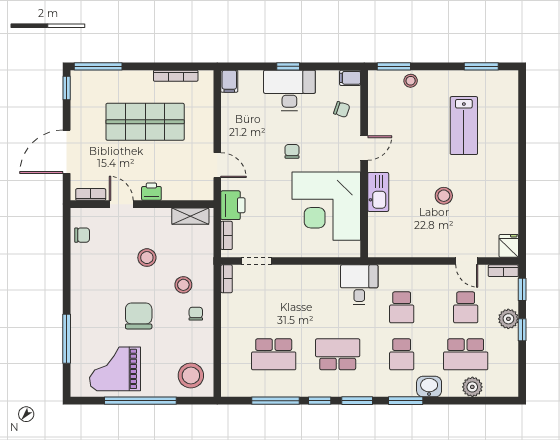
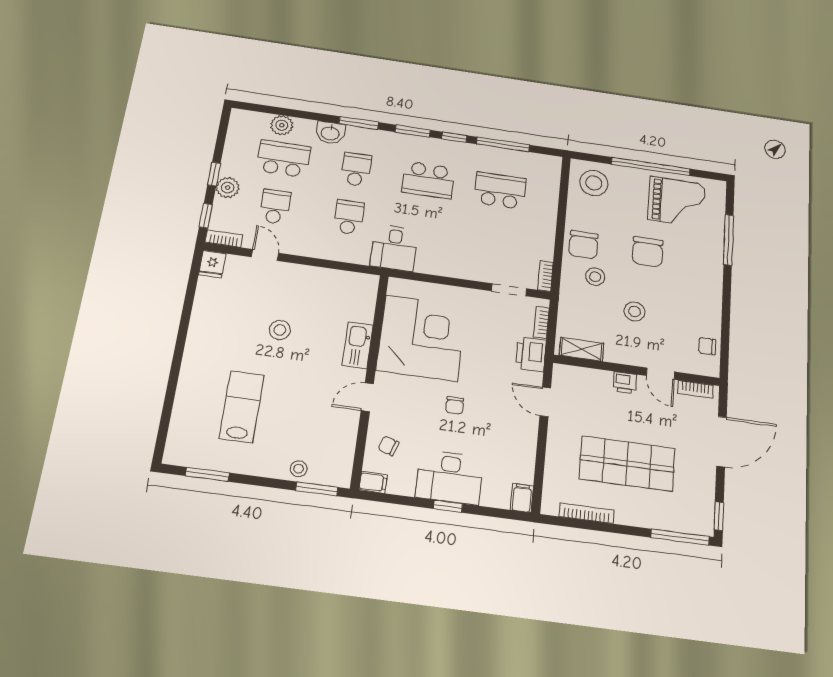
chair: (196, 314) -> (583, 245), width x1.87, depth x1.87

